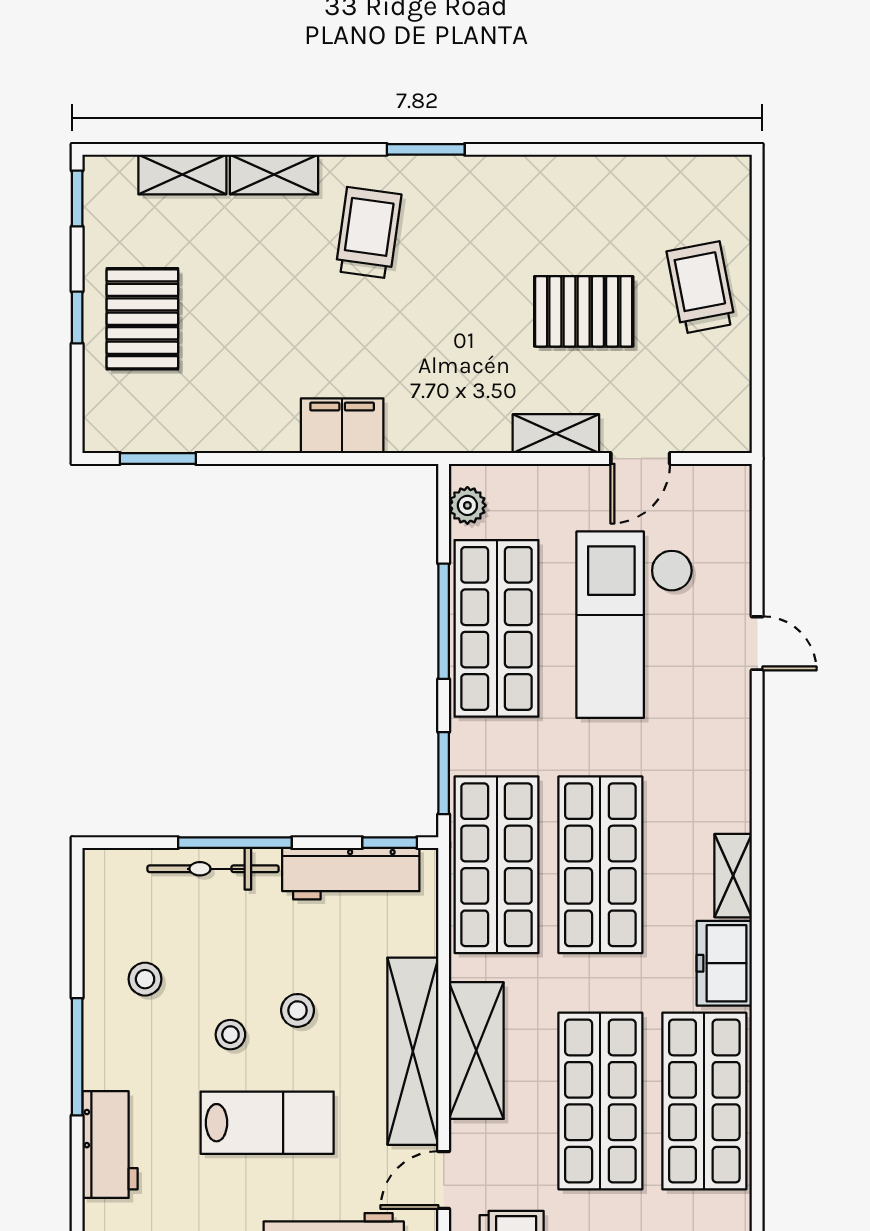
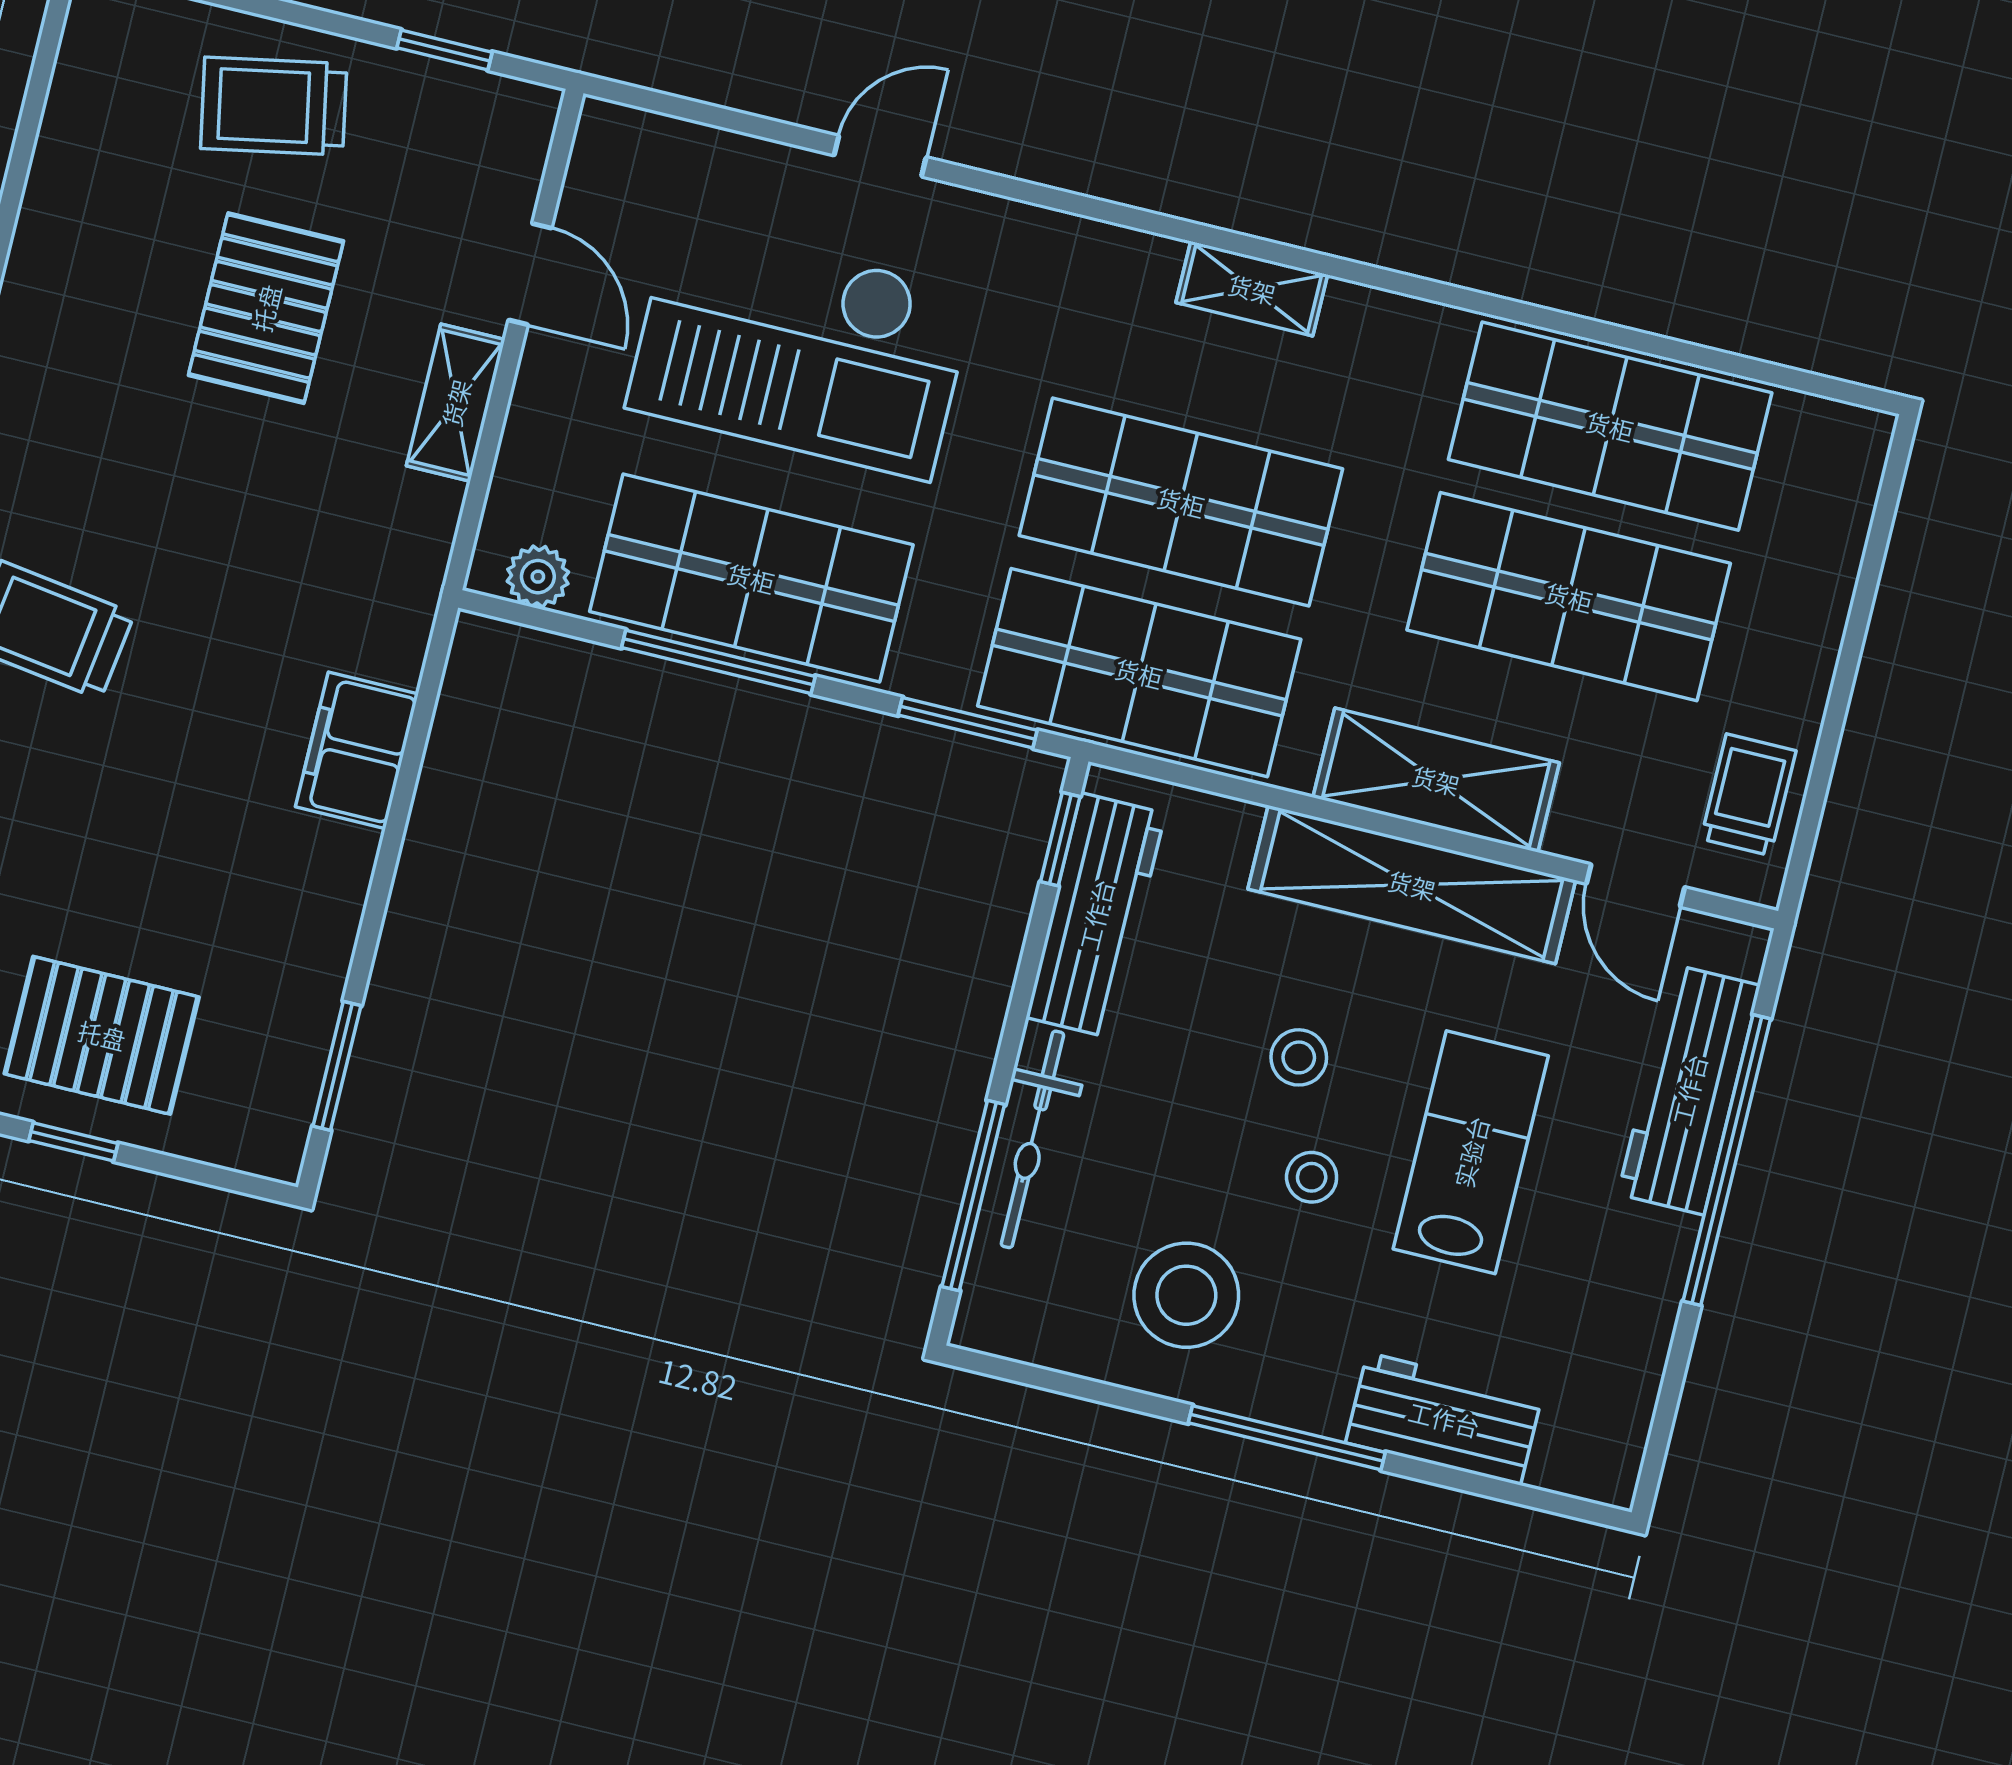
window: (757, 378) -> (444, 50), added
window: (235, 843) -> (973, 1196), moved
freezer: (724, 963) -> (1392, 338), removed
stool: (145, 979) -> (1186, 1295), width x1.89, depth x1.89

